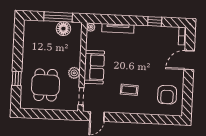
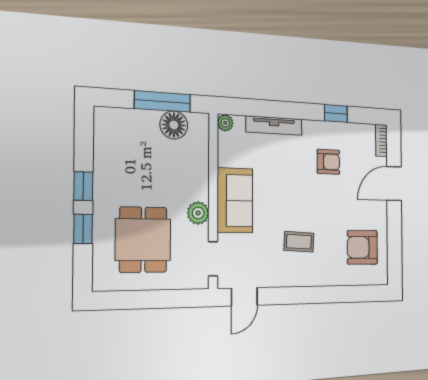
armchair: (149, 48) -> (328, 162), added
window: (18, 58) -> (83, 186), added
armchair: (167, 95) -> (362, 247), turned 90

